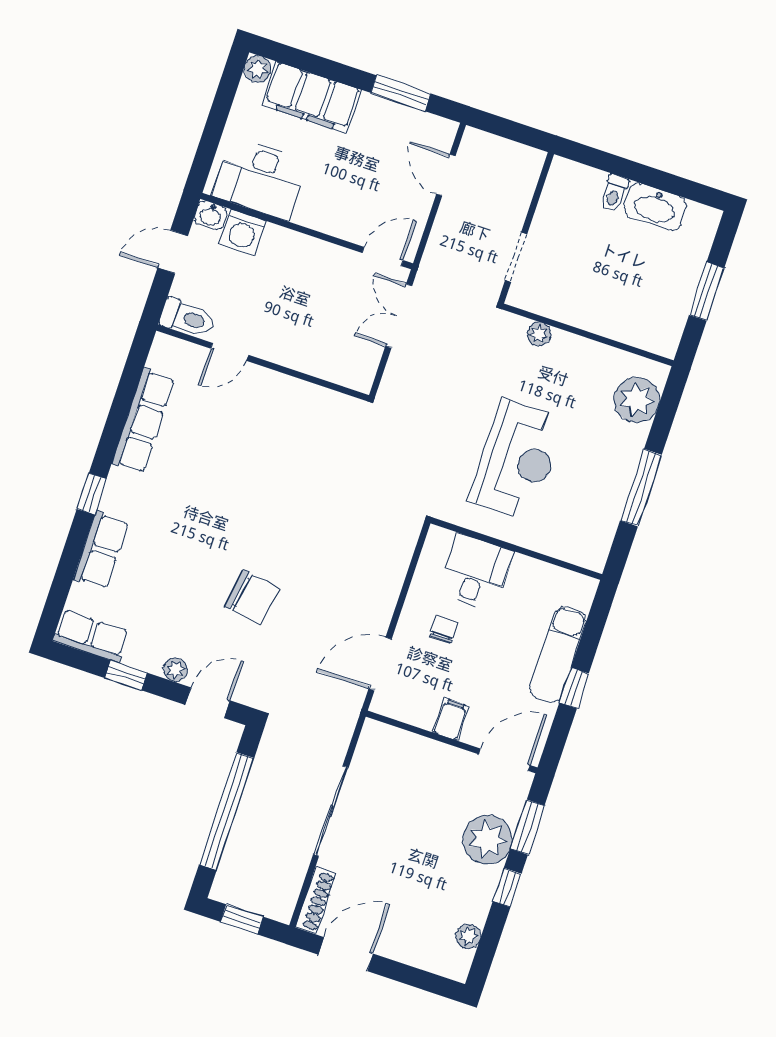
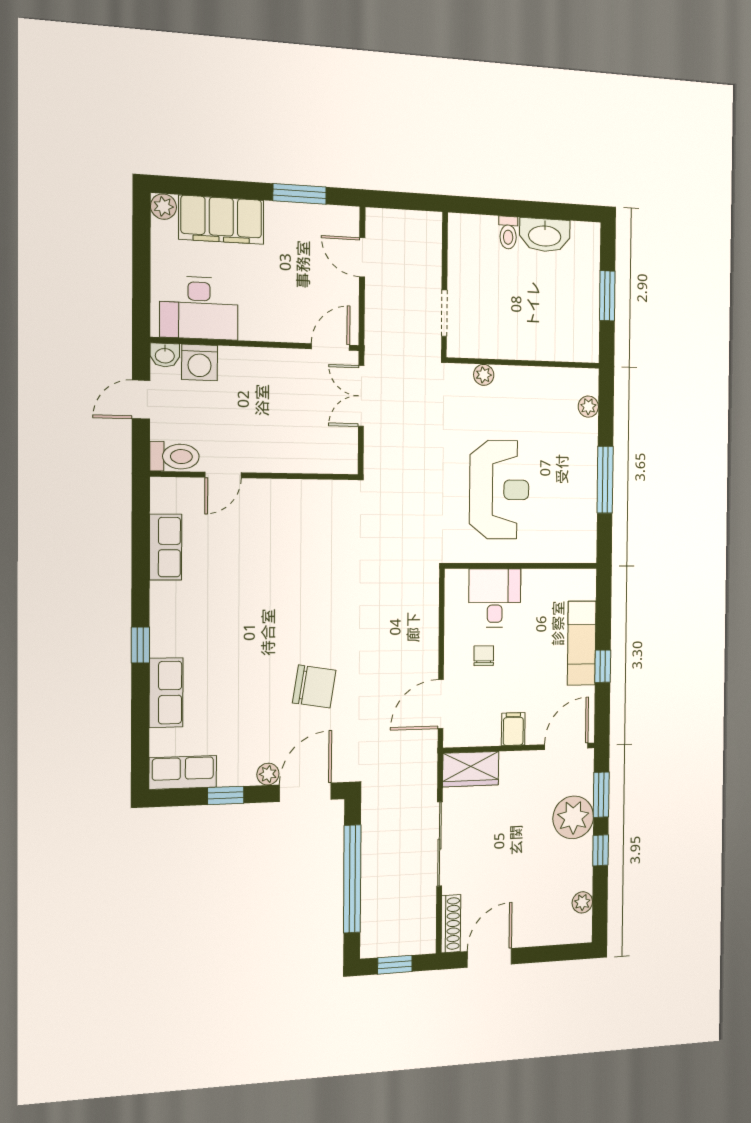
plant: (637, 400) -> (588, 407), width x0.53, depth x0.53
row of seats: (143, 421) -> (166, 547), width x0.68
door: (208, 703) -> (305, 792), width x1.38
wardrobe: (390, 745) -> (471, 769), added

